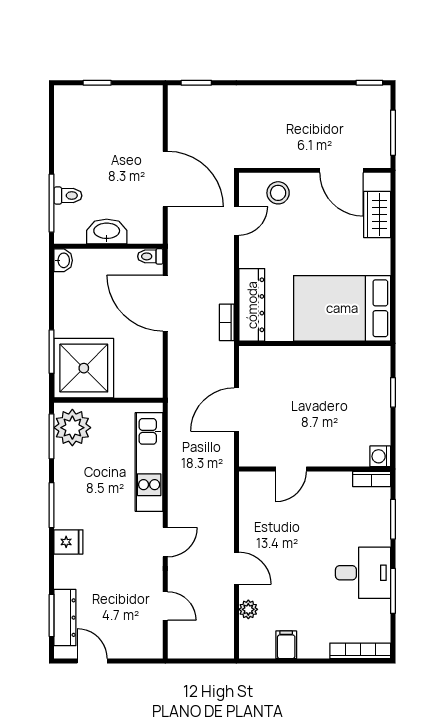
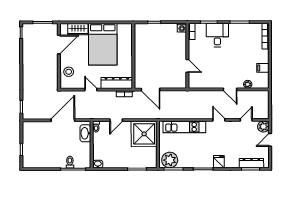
door: (236, 221) -> (91, 90), moved
washbasin: (107, 232) -> (85, 133), moved
door: (165, 303) -> (116, 120), width x0.53
bed: (342, 308) -> (103, 44), moved
shower: (84, 368) -> (144, 134), moved
door: (236, 410) -> (151, 90), moved
door: (236, 568) -> (230, 89), swing flipped
desk: (363, 573) -> (217, 35), moved
plant: (150, 646) -> (263, 127), added
door: (92, 661) -> (270, 140), moved

